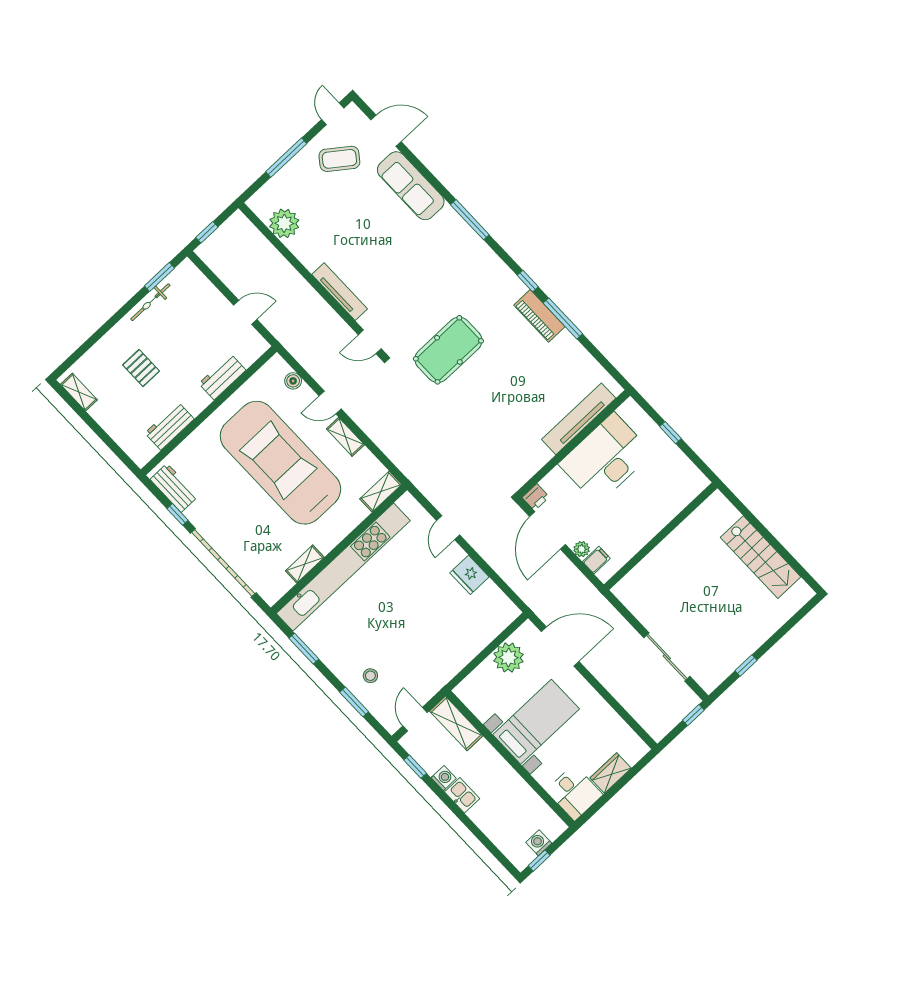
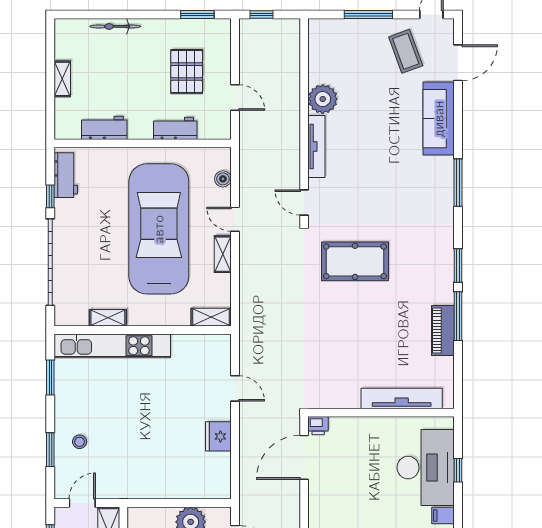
door: (386, 131) -> (458, 63), hinge flipped
coffee table: (339, 159) -> (406, 51), turned 33
plant: (284, 223) -> (323, 99), moved
window: (528, 281) -> (458, 266), width x1.50
bicycle: (150, 302) -> (115, 26), moved
piano: (539, 316) -> (443, 331), moved
pallet: (141, 368) -> (187, 72), moved, width x1.50, depth x1.42
shelving: (79, 392) -> (62, 79), moved
desk: (606, 459) -> (426, 468), moved, turned 90
door: (448, 528) -> (235, 388), swing flipped
plant: (582, 549) -> (316, 494), removed
filing cabinet: (596, 560) -> (443, 515), moved, turned 180
kitchen unit: (343, 567) -> (112, 346), width x0.73

